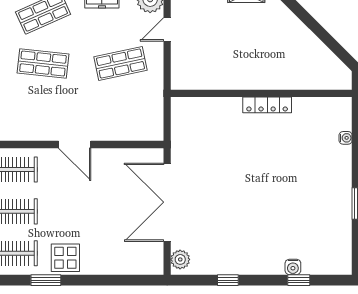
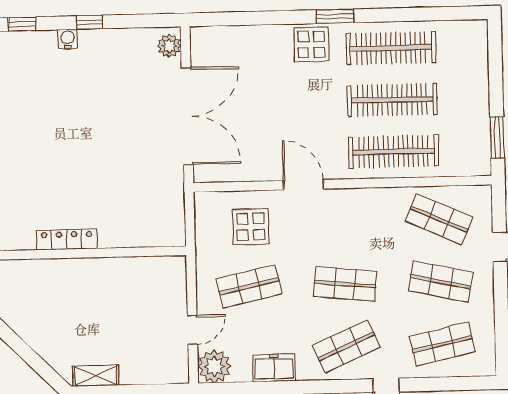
display table: (118, 112) -> (250, 227), added
water cooler: (293, 267) -> (68, 39), moved
window: (228, 280) -> (89, 22), moved

